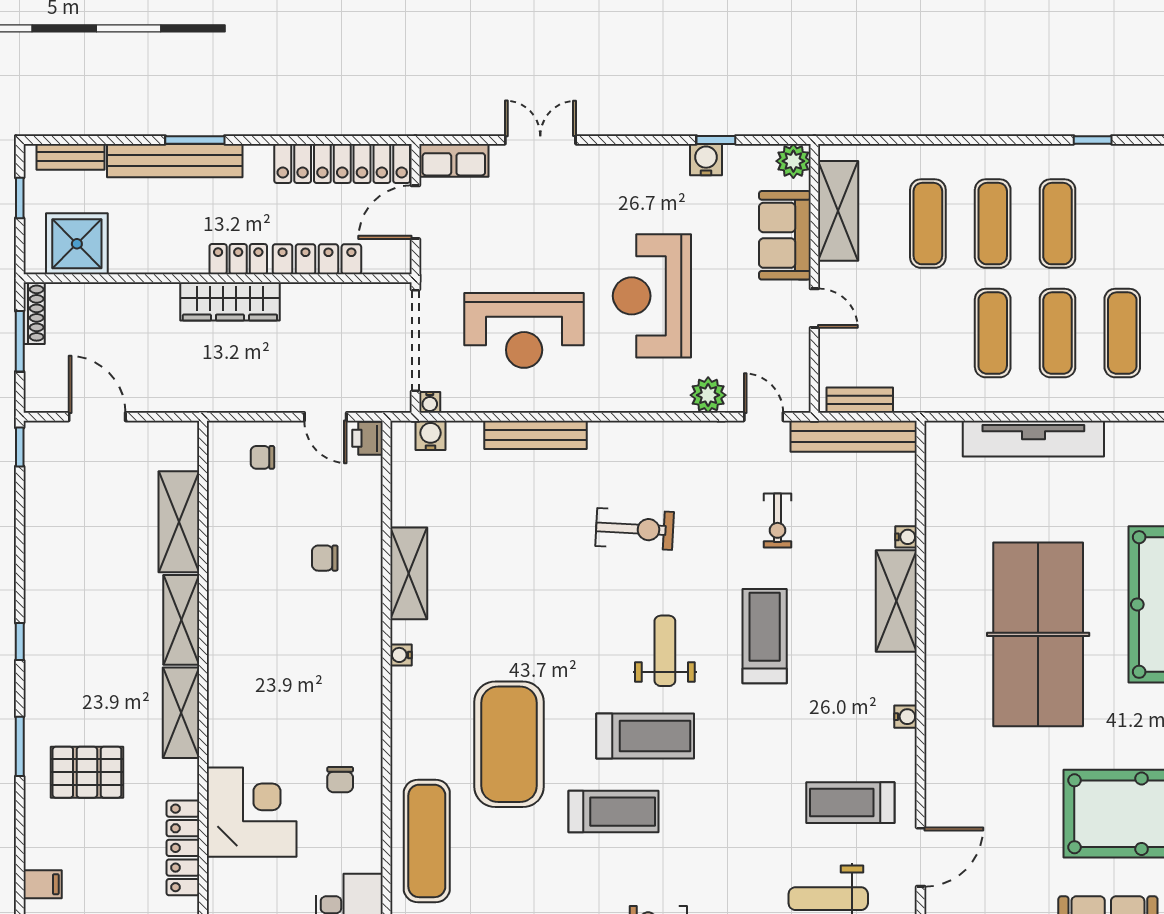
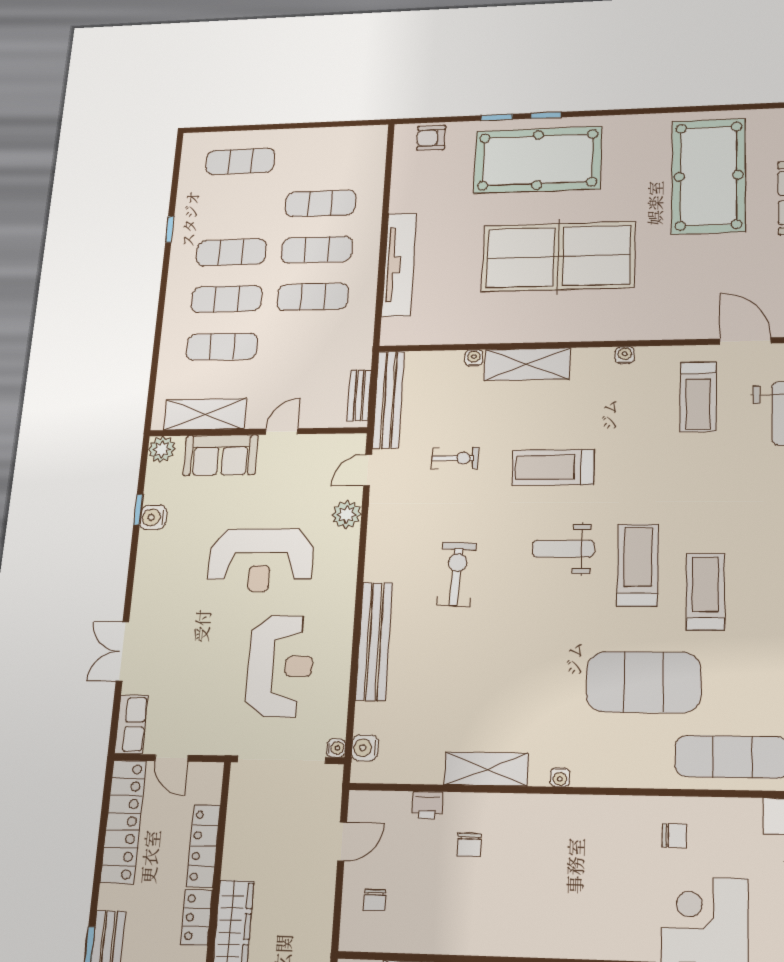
door: (415, 212) -> (171, 758), width x0.73
bench: (535, 435) -> (374, 641), width x1.37, depth x1.21
printer: (367, 438) -> (427, 805), moved

